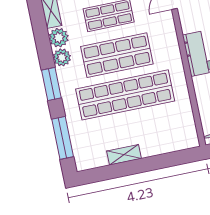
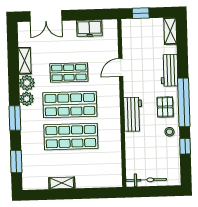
shop shelf: (125, 95) -> (71, 137), width x0.71
window: (63, 138) -> (16, 161), width x0.69

